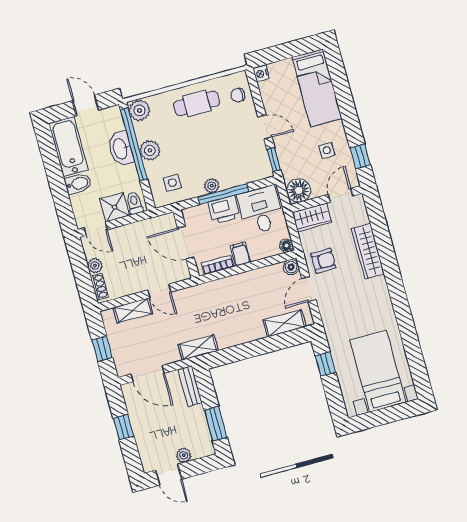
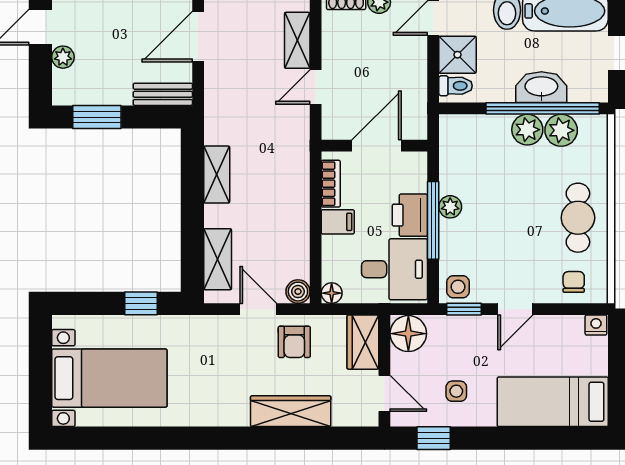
plant: (139, 110) -> (561, 130), moved
side table: (172, 183) -> (458, 287), moved
shelving: (198, 347) -> (217, 175), moved

